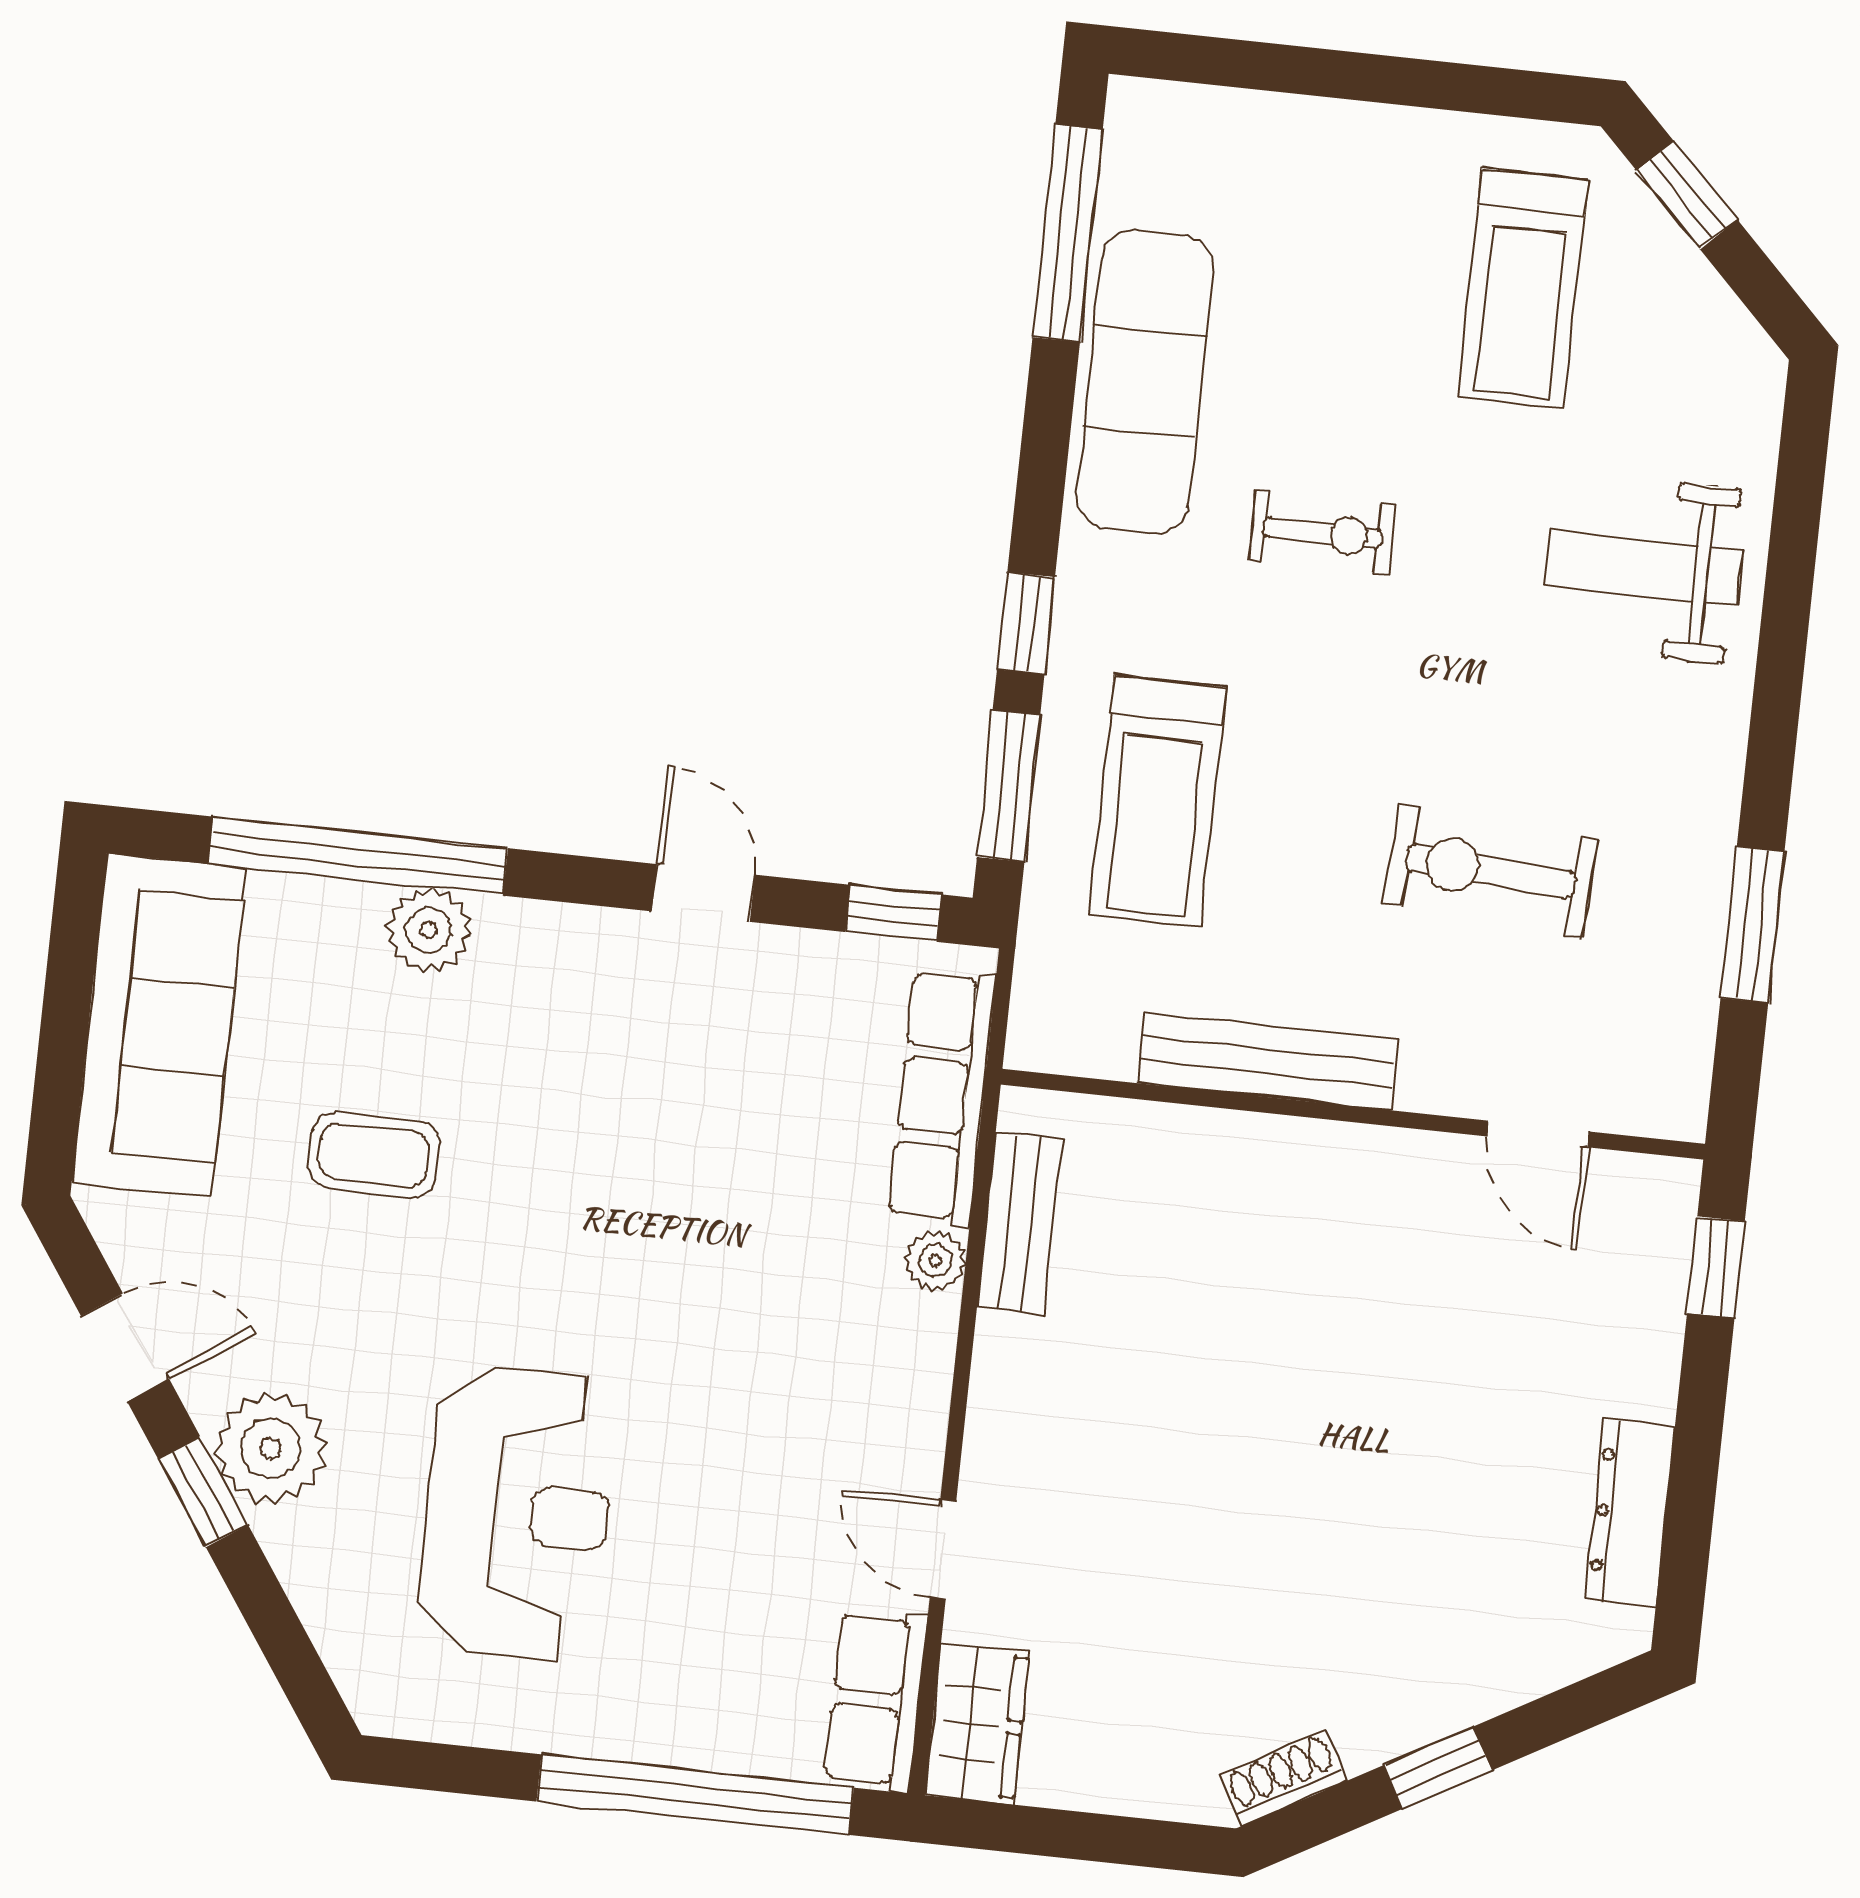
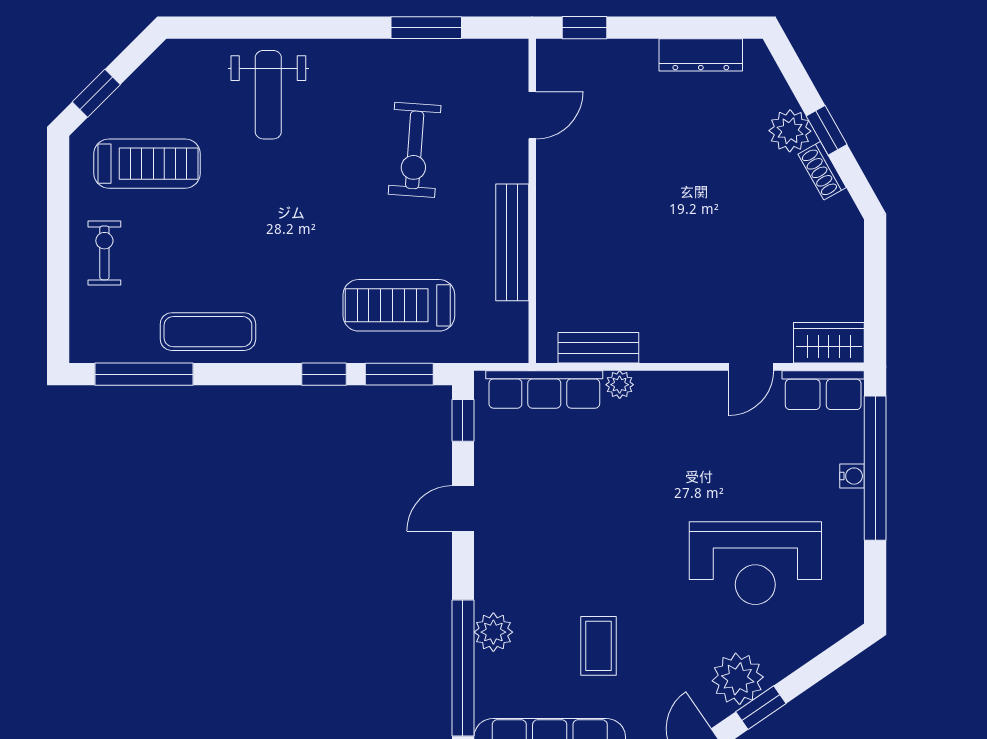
exercise mat: (1145, 382) -> (208, 332), width x0.73, depth x0.69
exercise bike: (1323, 533) -> (104, 253), moved
treadmill: (1158, 801) -> (399, 305), turned 180
reception desk: (517, 1513) -> (755, 563), turned 180
plant: (1445, 1688) -> (790, 131), added
water cooler: (683, 1743) -> (852, 476), added
shoe rack: (1283, 1778) -> (822, 171), moved

